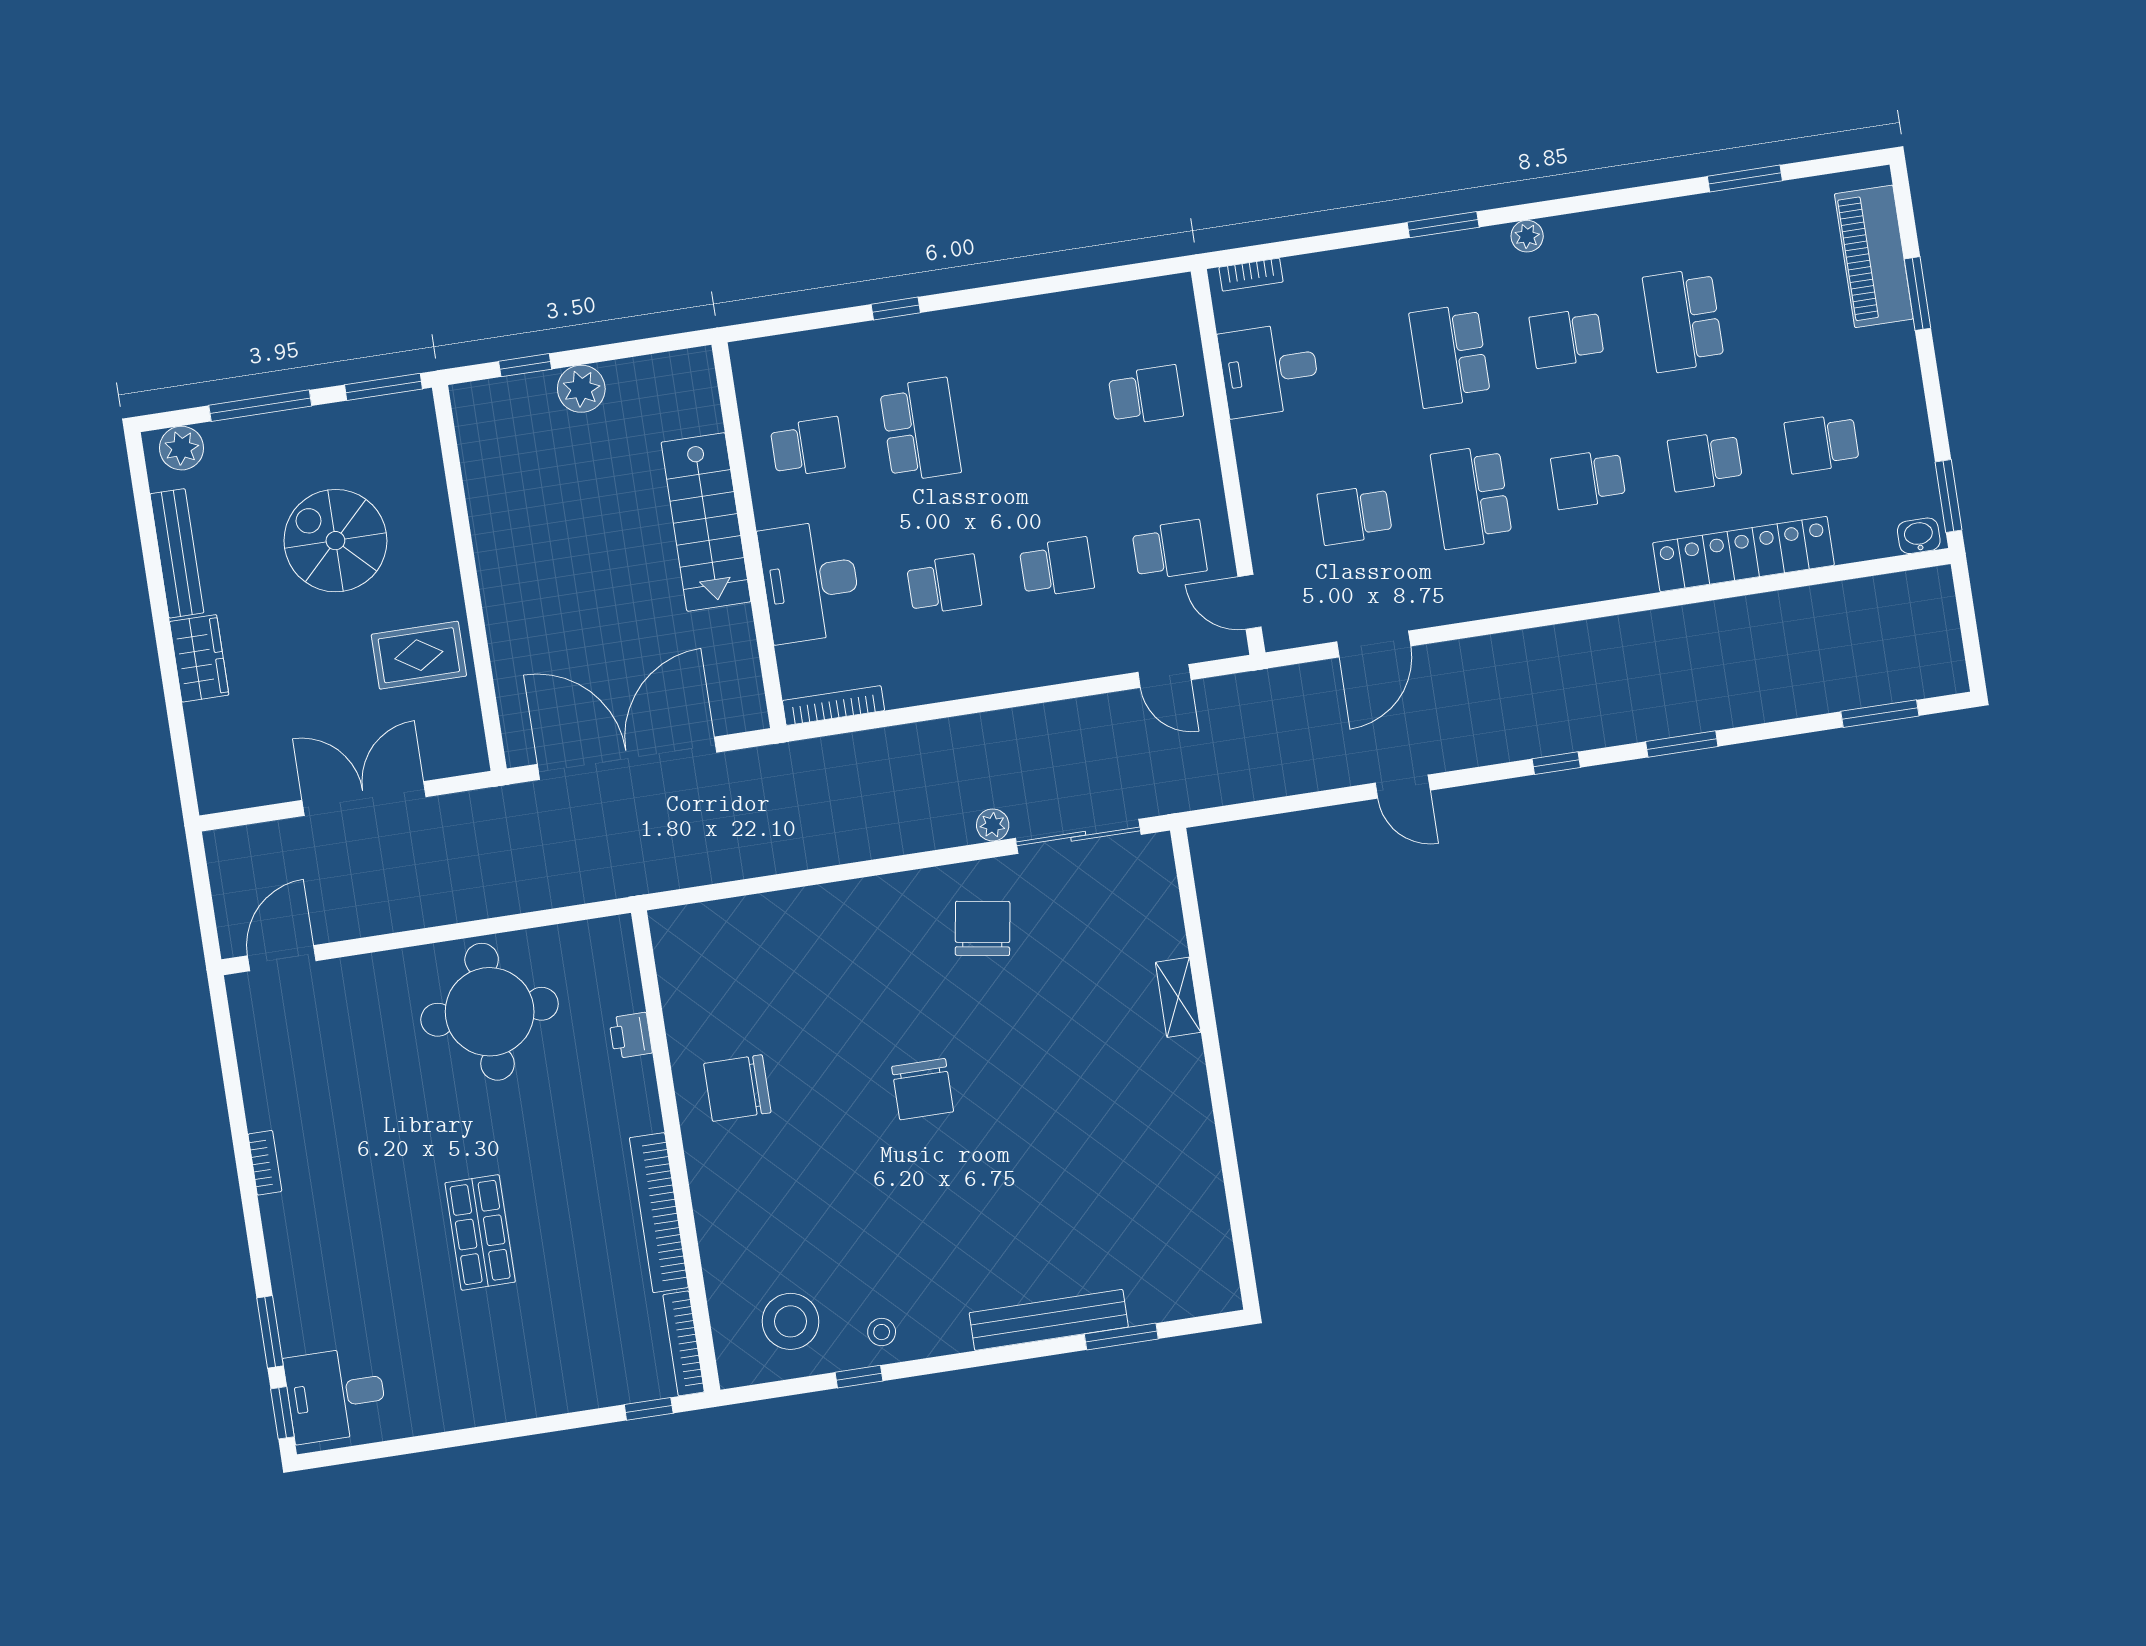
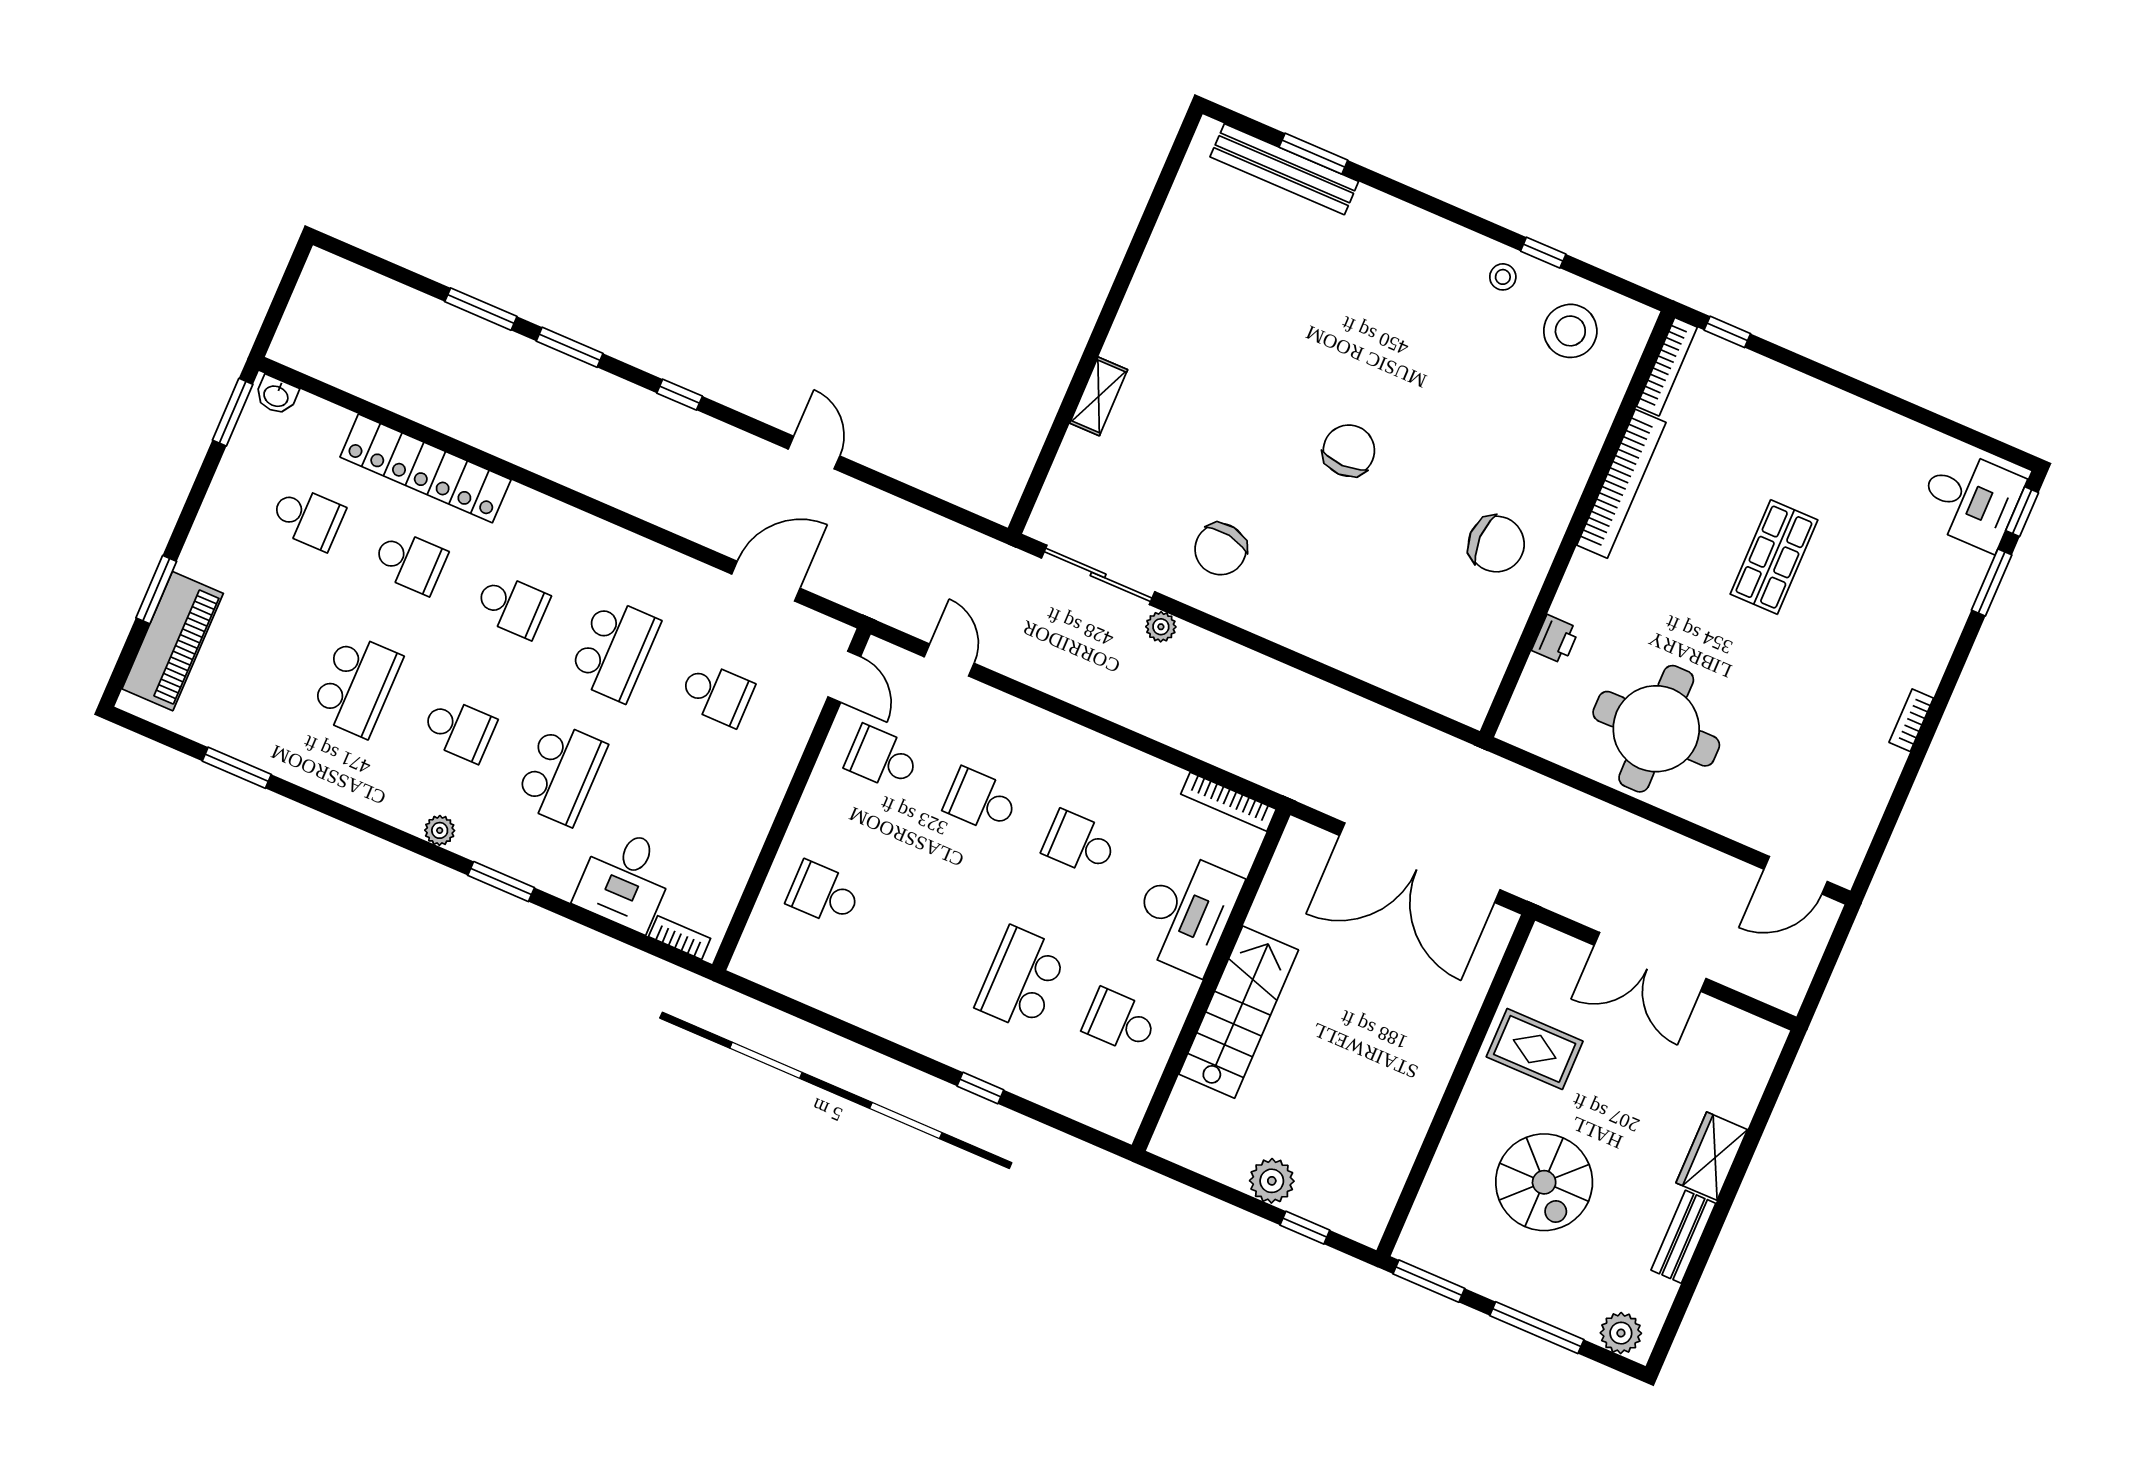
desk: (1269, 370) -> (626, 879), moved, turned 90
bench: (177, 553) -> (1683, 1237), width x0.73
window: (1880, 714) -> (481, 309), moved
bench: (1049, 1320) -> (1284, 169), moved

